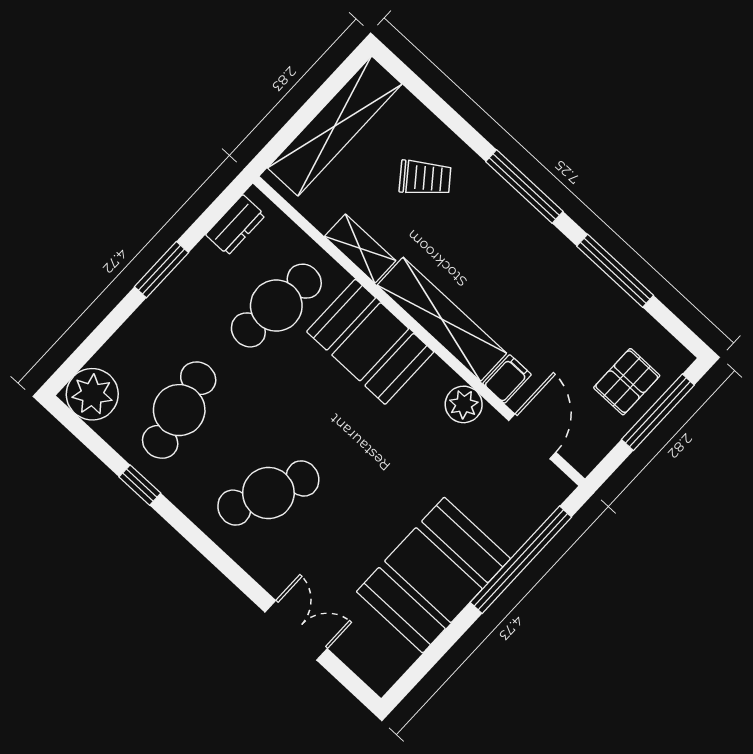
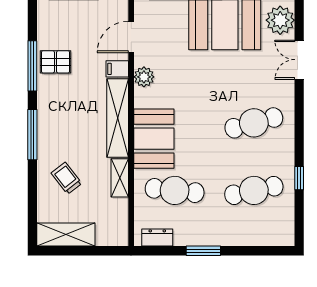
shelving: (335, 126) -> (66, 235), width x0.68
pallet: (627, 382) -> (55, 62), moved
plant: (92, 394) -> (280, 20), moved
cafe table: (268, 493) -> (254, 123), turned -39

